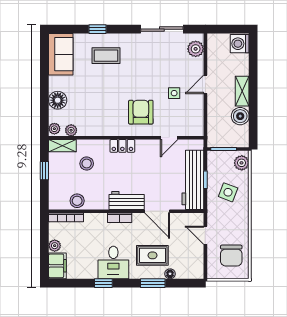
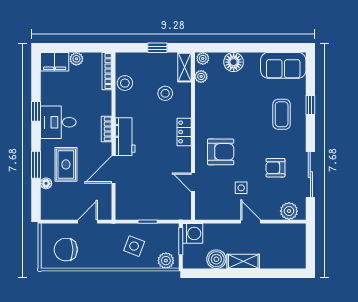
washing machine: (240, 44) -> (193, 233), moved, turned 90
armchair: (156, 61) -> (275, 168), added
workbench: (193, 180) -> (147, 208), removed

